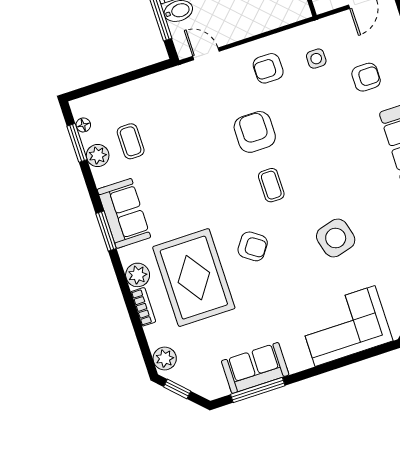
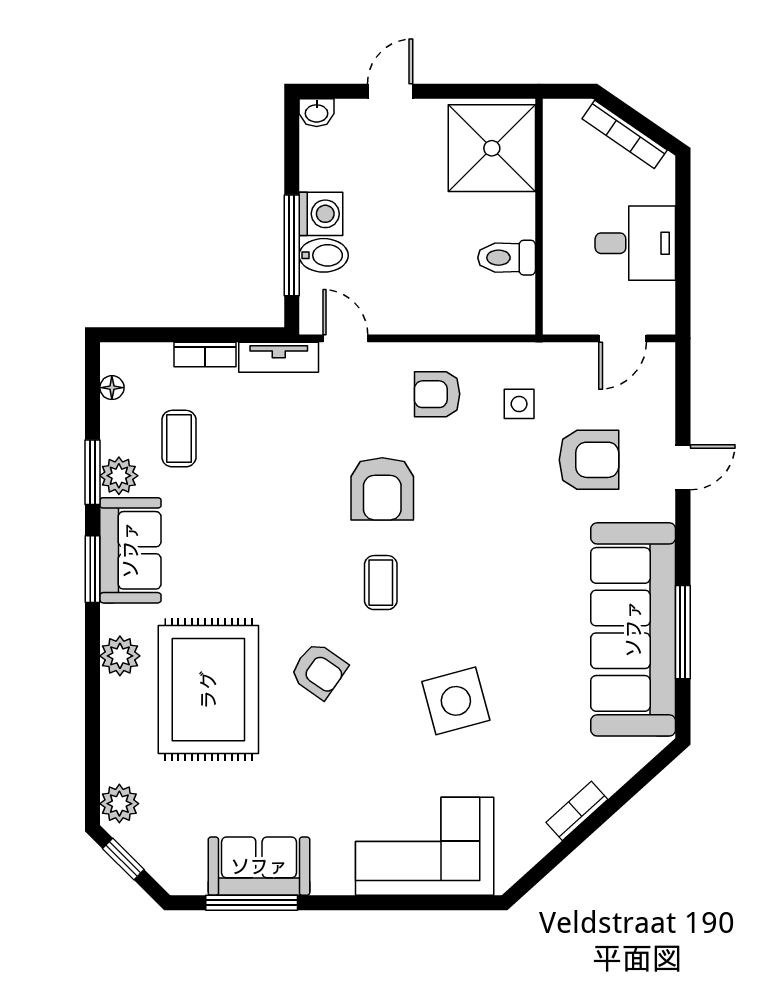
tv unit: (172, 77) -> (279, 357), added
armchair: (366, 77) -> (589, 460), width x1.38, depth x1.38
armchair: (255, 132) -> (382, 489), turned 180
window: (77, 143) -> (93, 472), moved
plant: (98, 156) -> (119, 476), moved
bookcase: (143, 307) -> (205, 354), moved, turned 90

